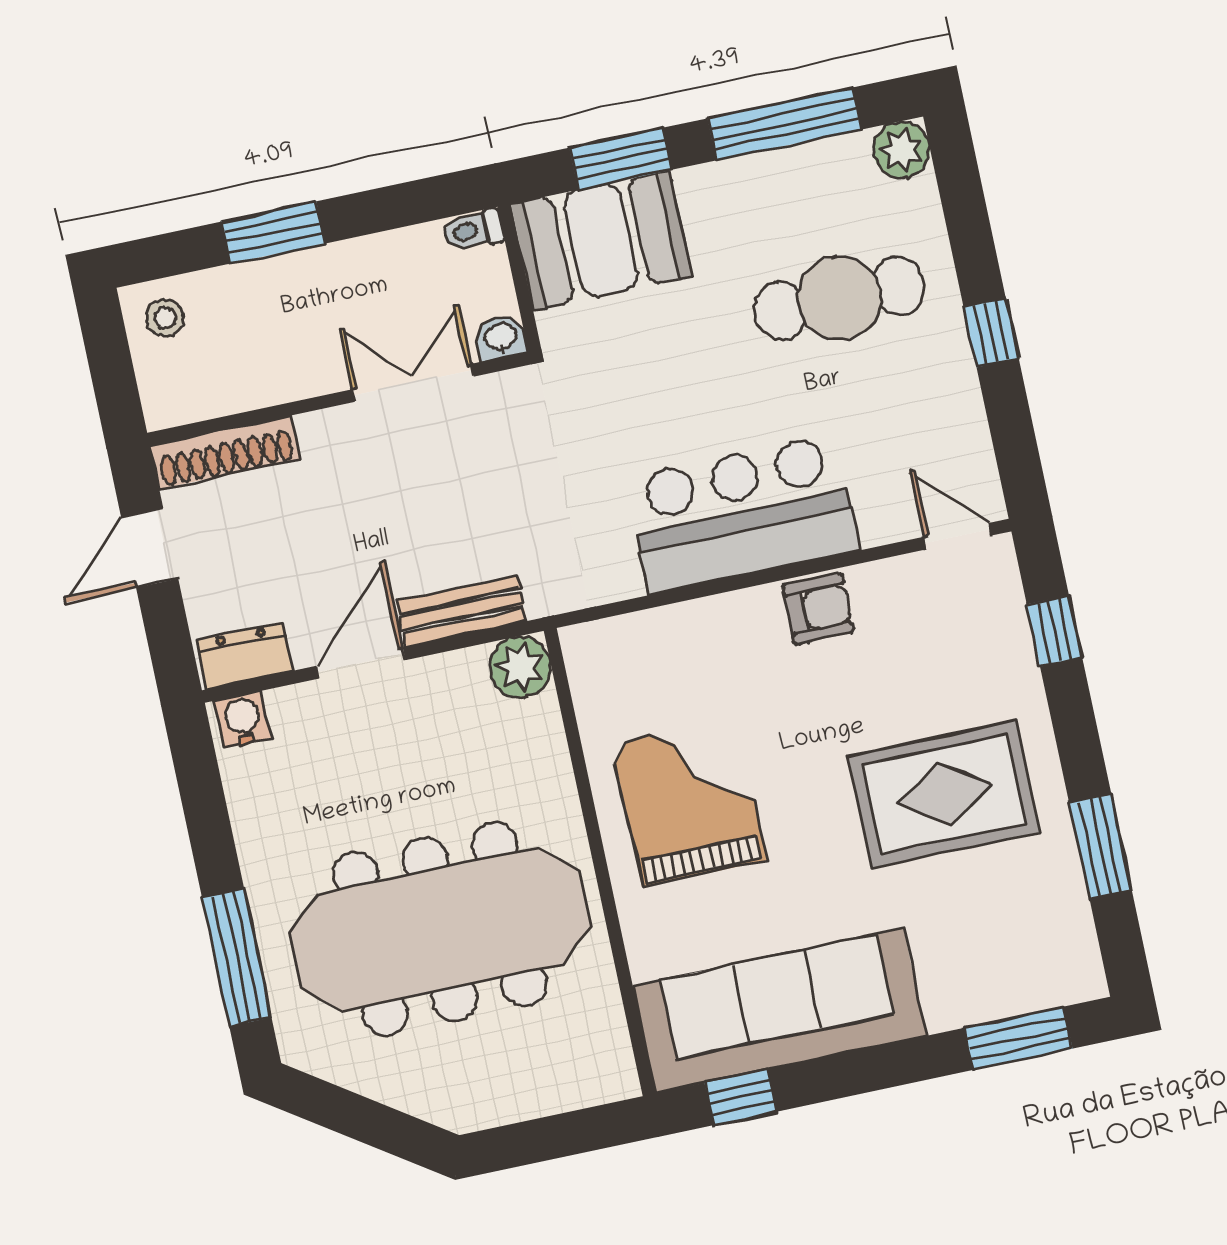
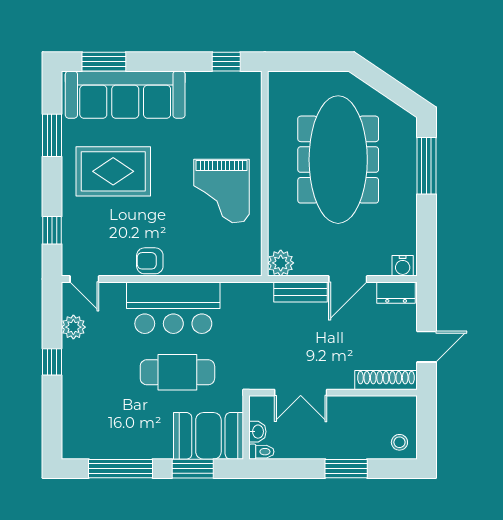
plant: (902, 150) -> (73, 327), moved
cafe table: (839, 298) -> (177, 372), moved
washbasin: (501, 338) -> (257, 432), moved, turned -90
meeting table: (440, 929) -> (338, 160), turned 90
sofa: (779, 1011) -> (125, 95), moved

